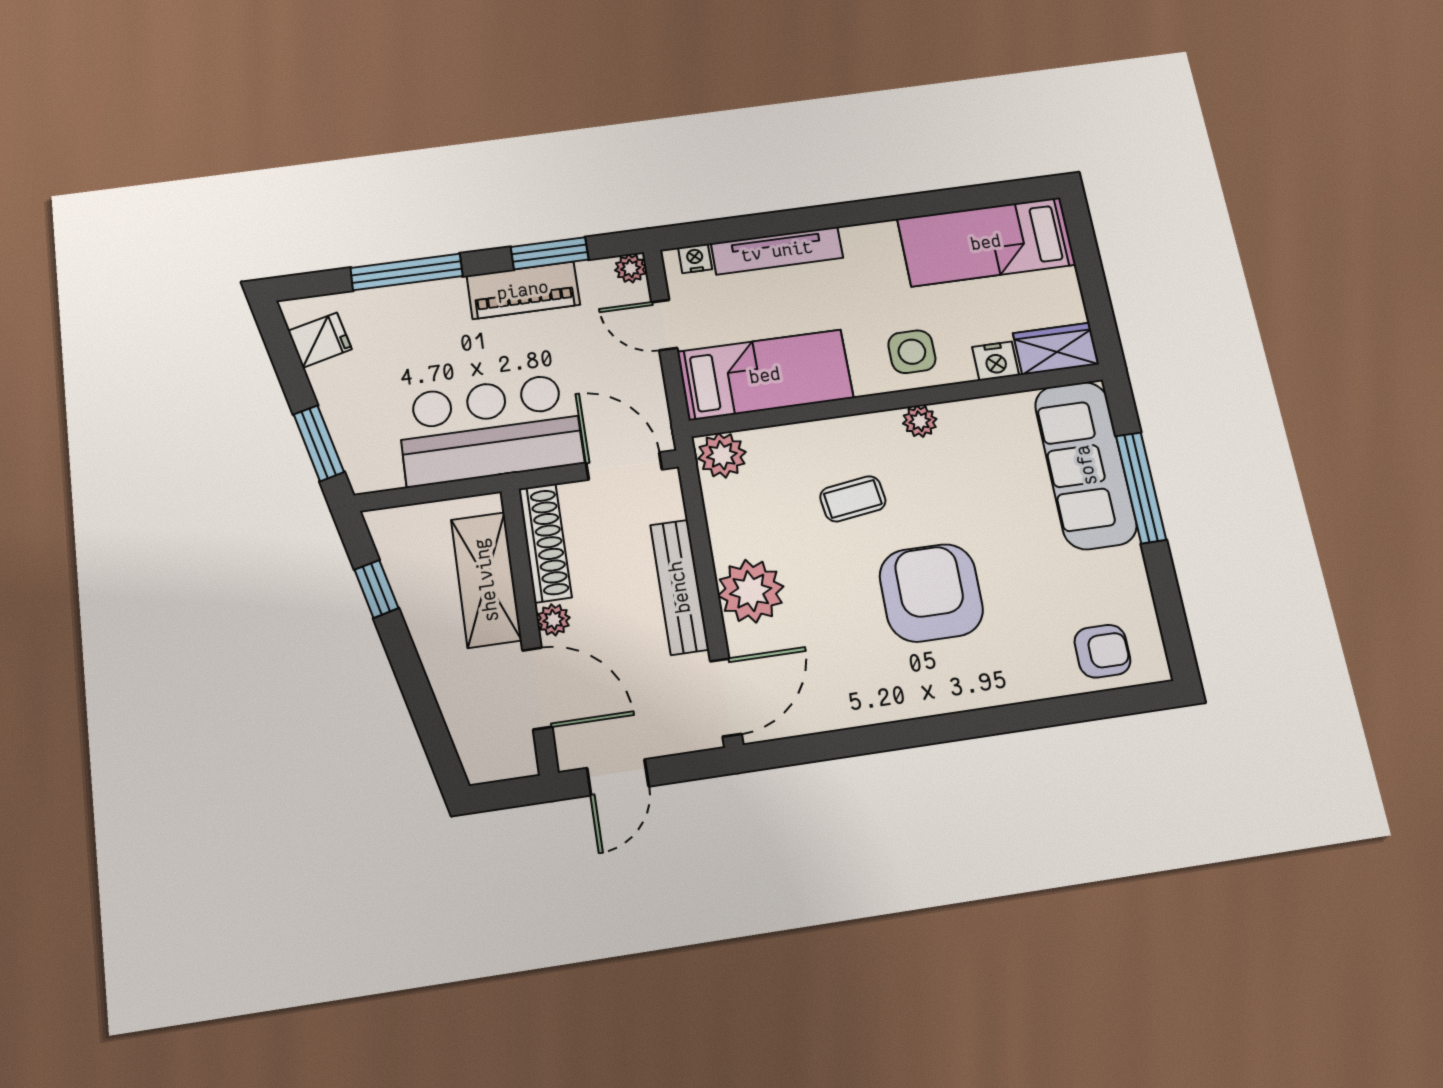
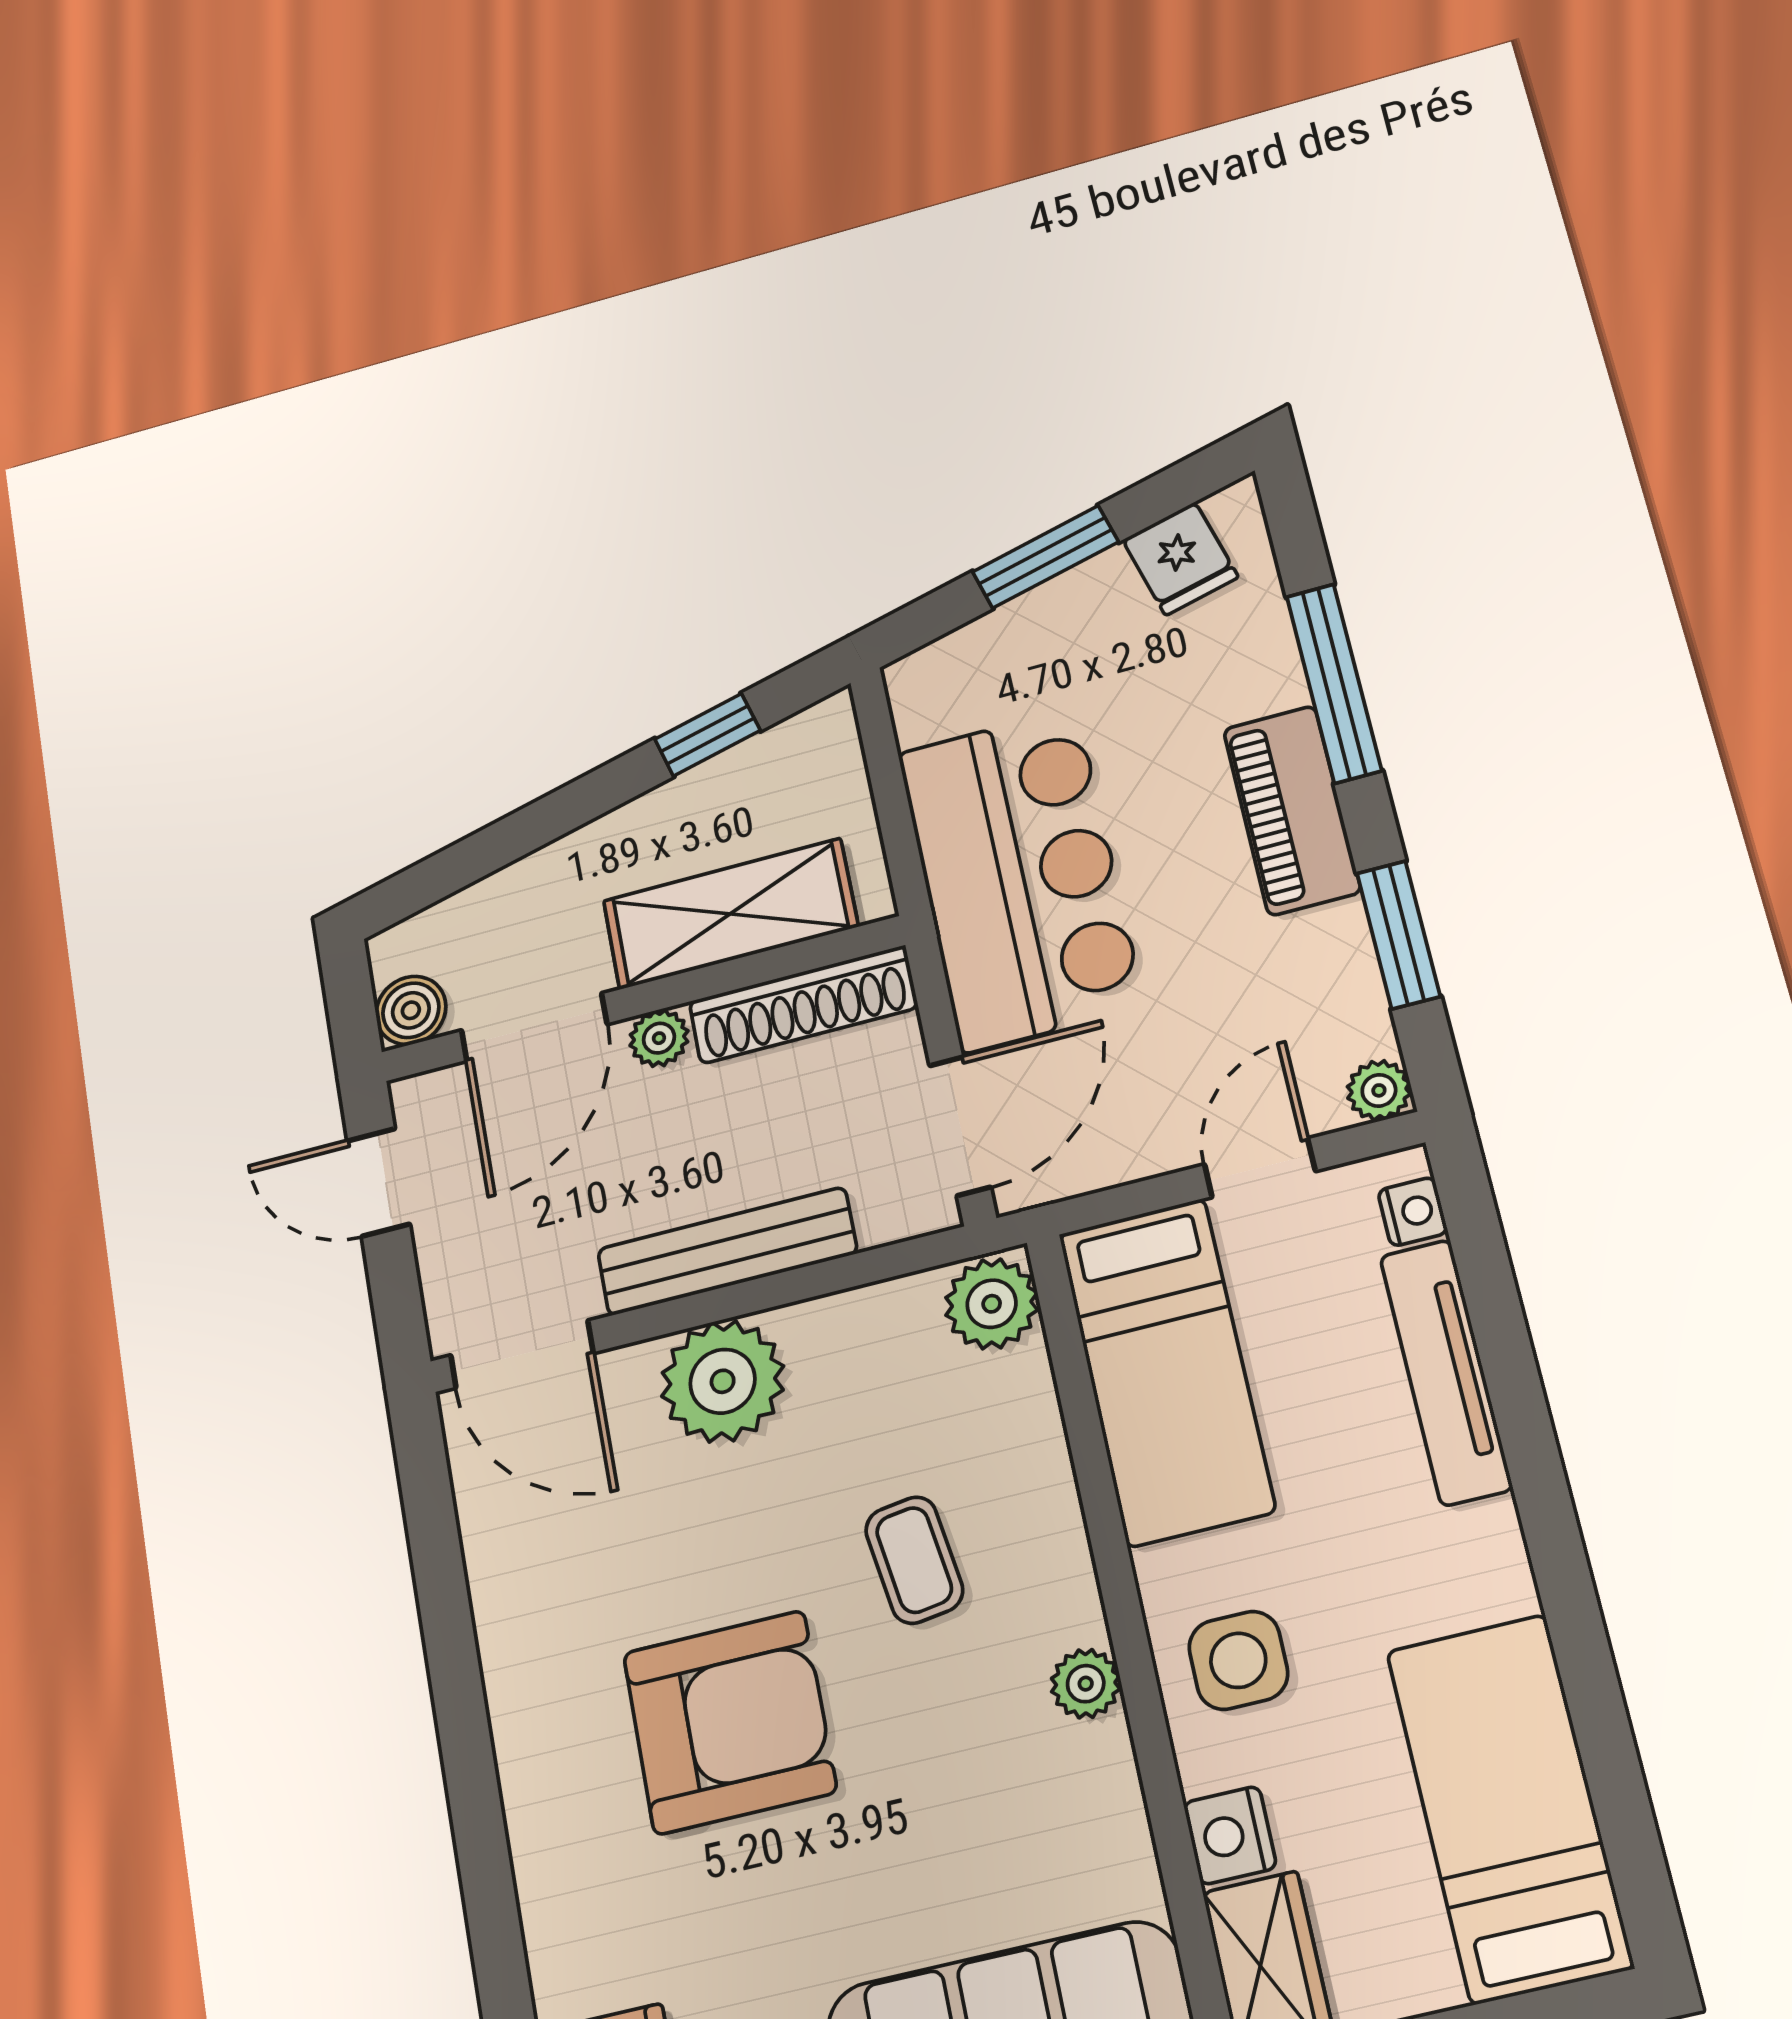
piano: (523, 290) -> (1292, 810), moved
window: (319, 443) -> (1045, 557), moved
boiler: (517, 758) -> (411, 1010), added

